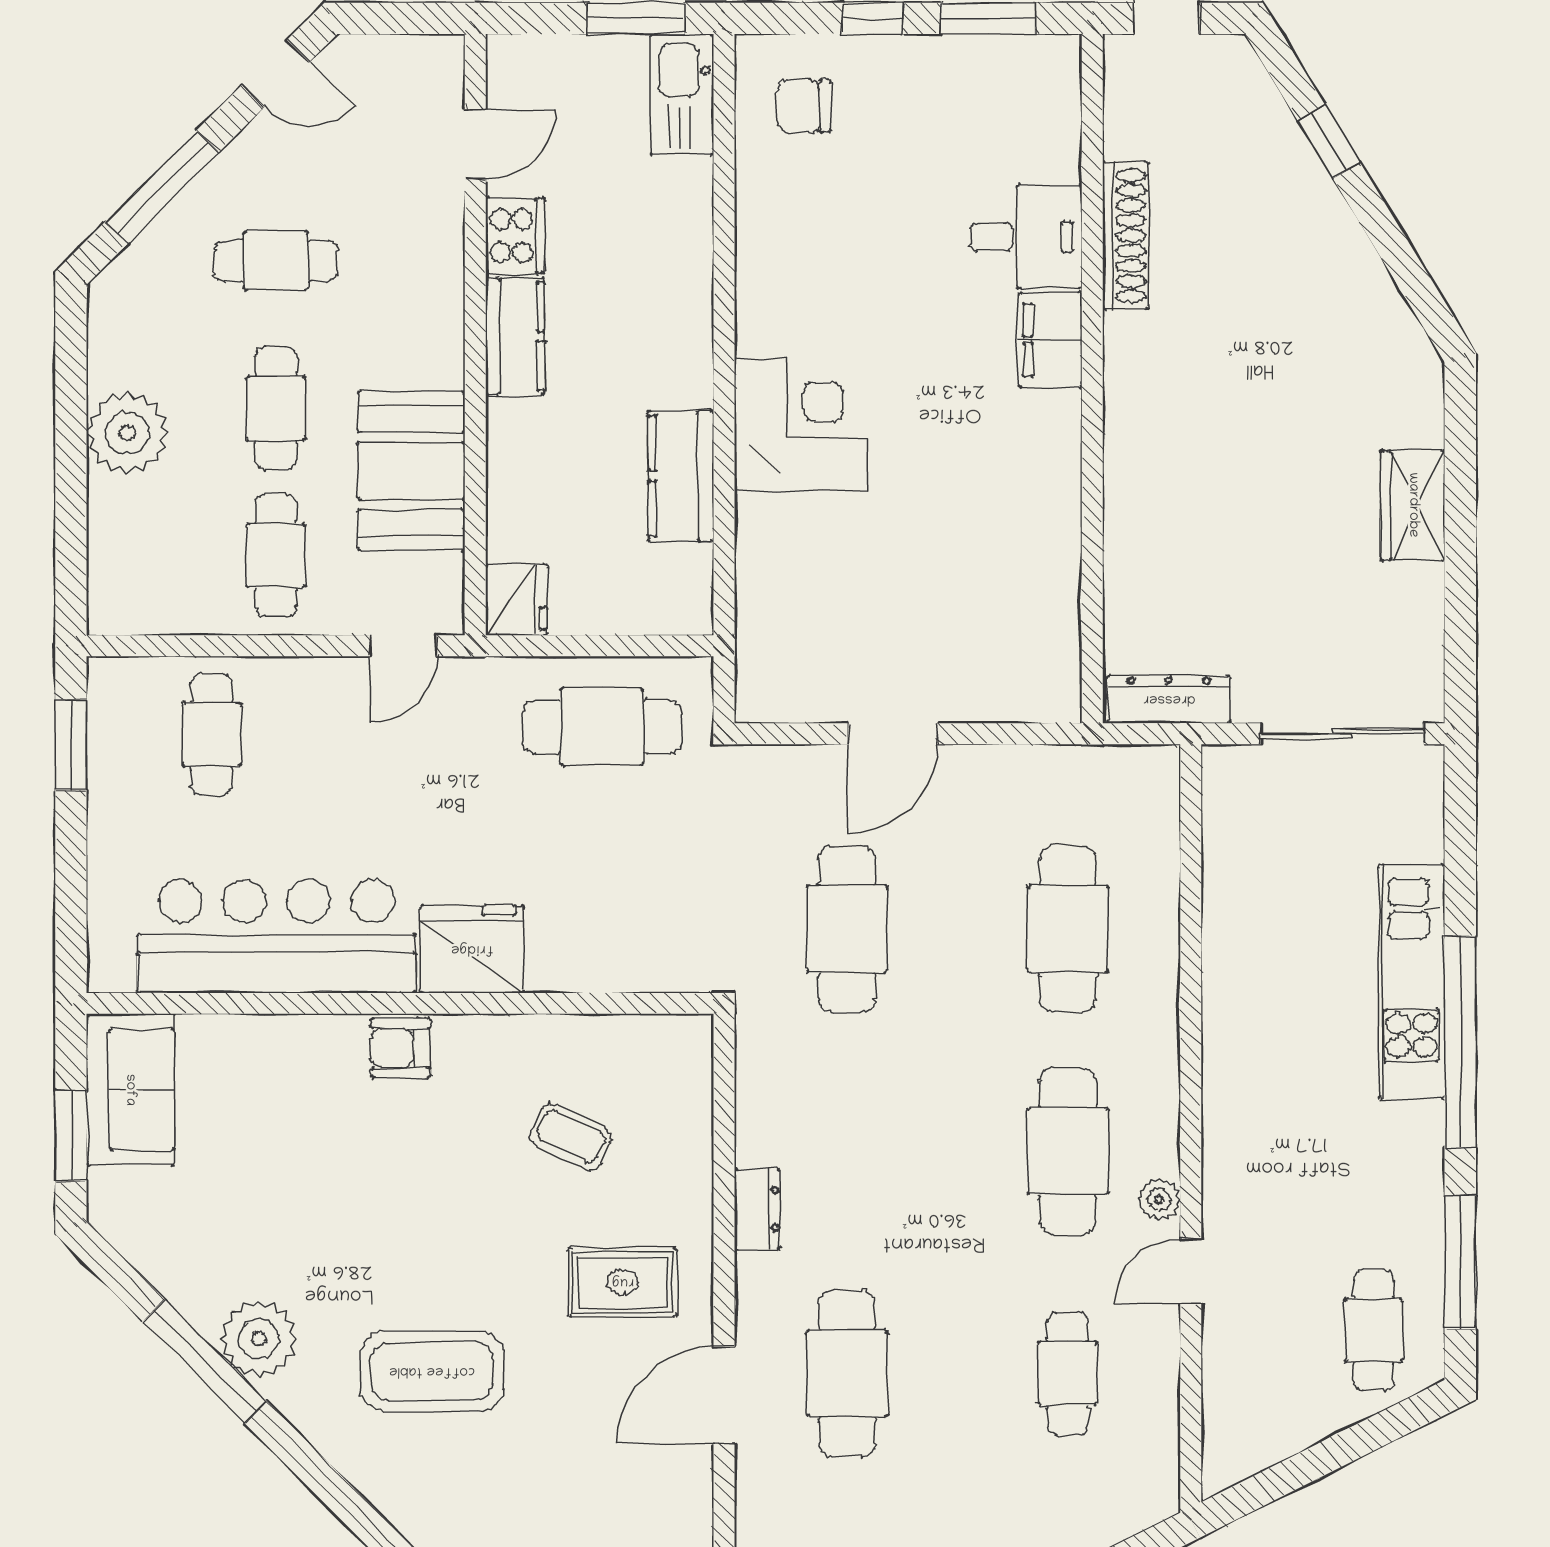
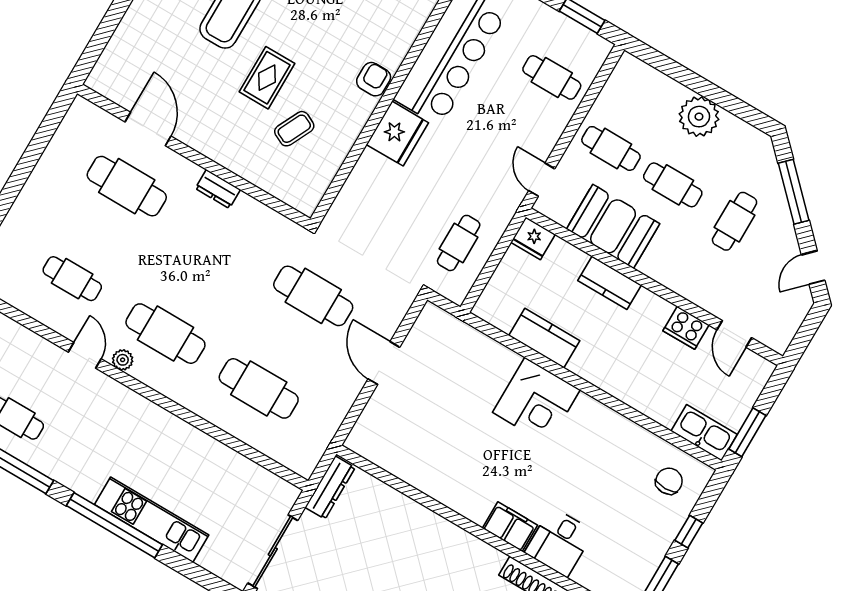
kitchen counter: (515, 336) -> (610, 283), moved
cafe table: (602, 727) -> (459, 243), width x0.73, depth x0.74
rug: (623, 1282) -> (267, 78), moved

